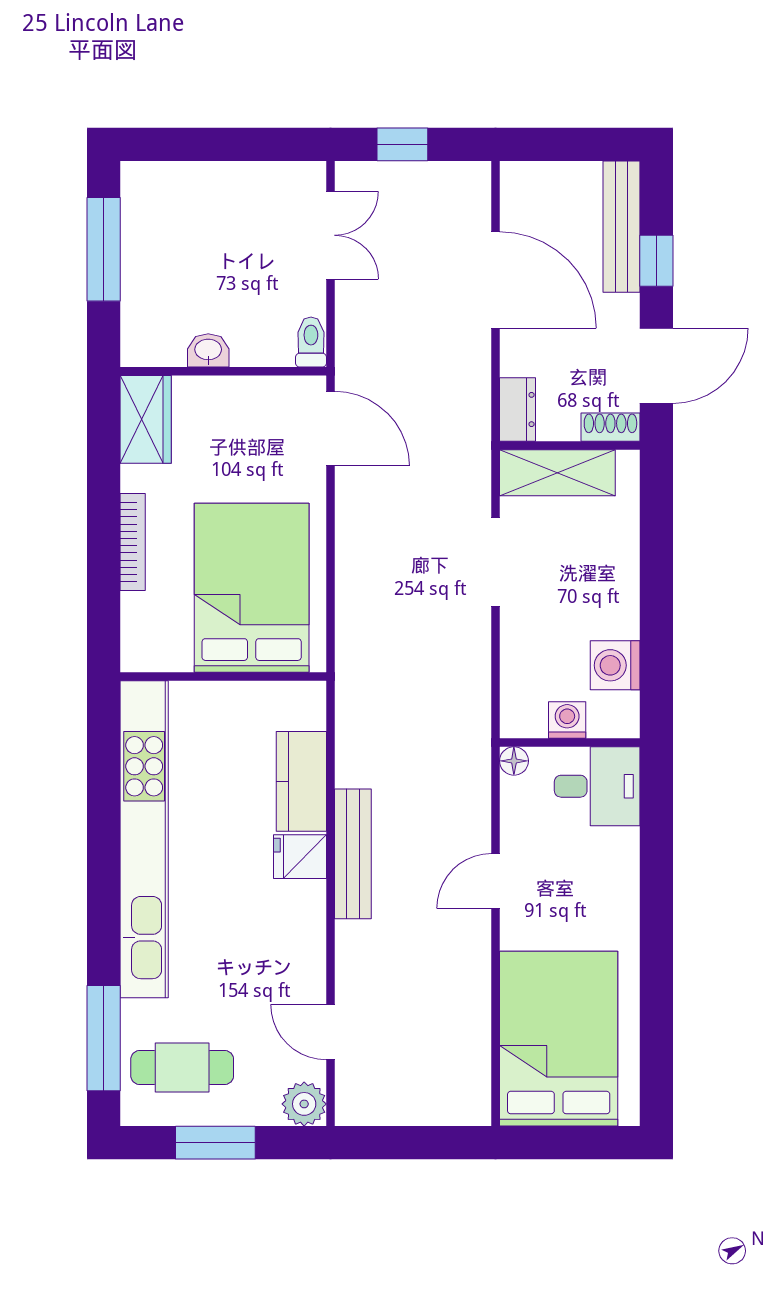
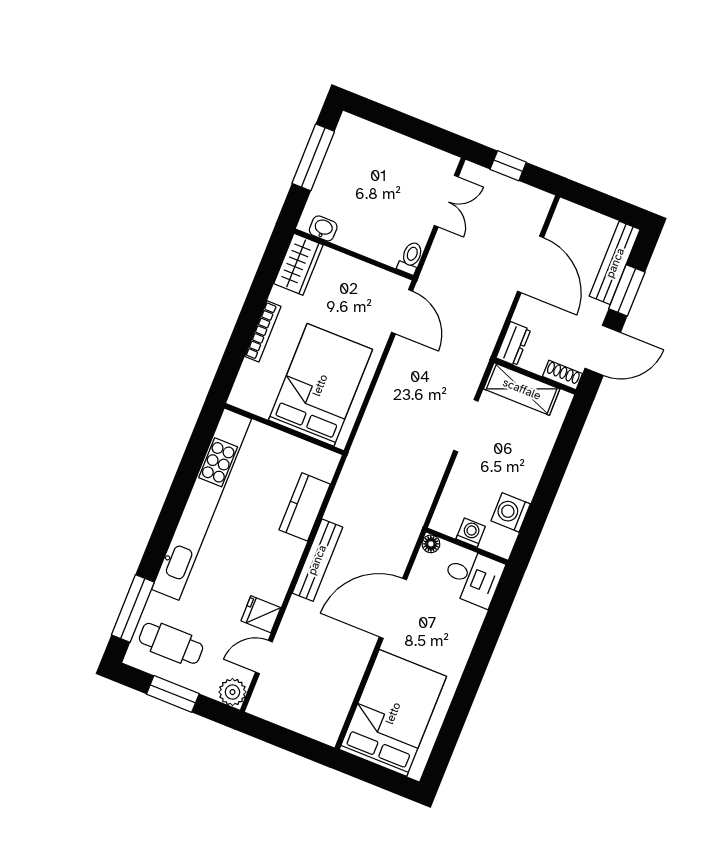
window: (656, 261) -> (627, 290), width x1.50
washbasin: (208, 350) -> (323, 228), moved
fridge: (300, 857) -> (261, 614), moved
door: (495, 881) -> (393, 608), width x1.87
door: (330, 1032) -> (264, 657), hinge flipped

